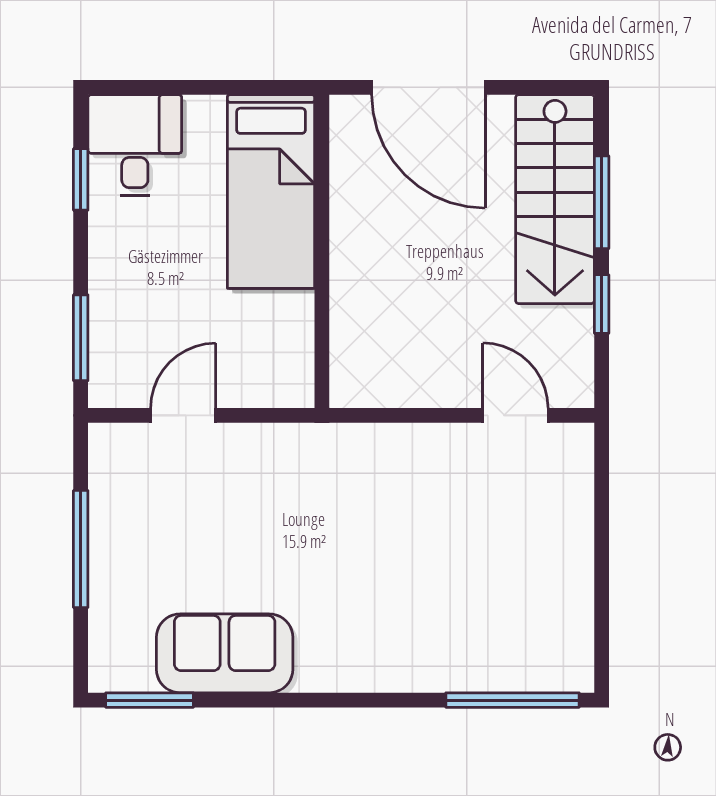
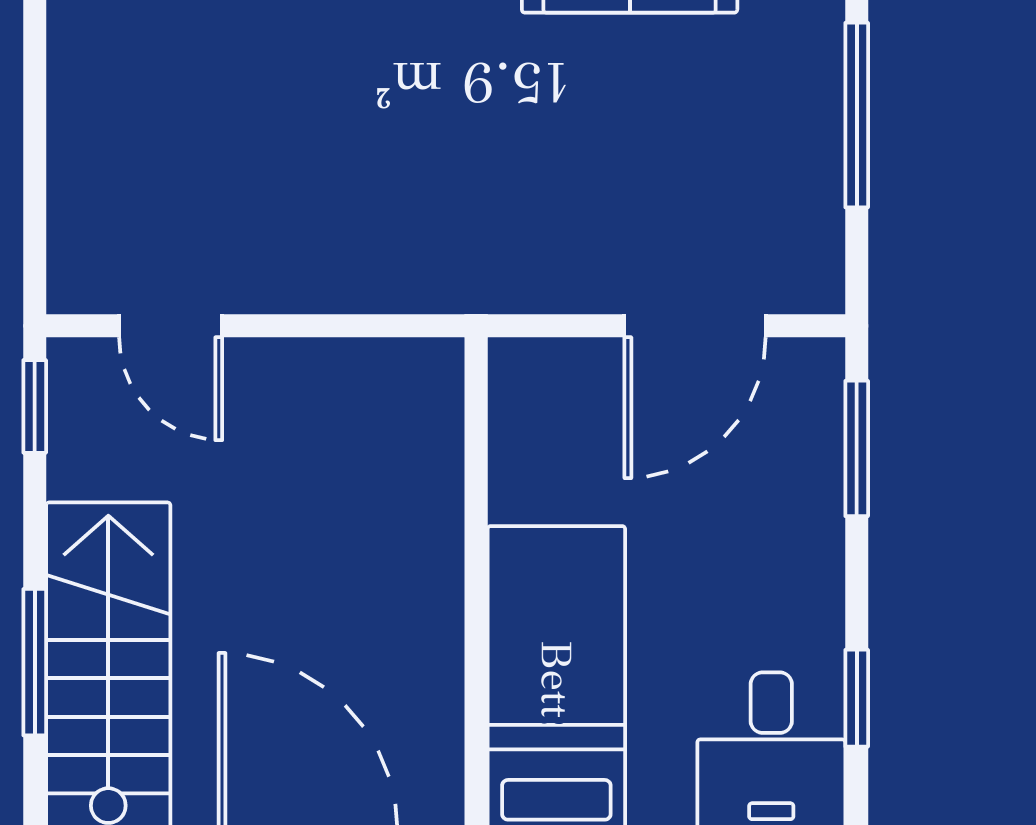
window: (602, 304) -> (35, 406), moved
door: (183, 415) -> (695, 326), width x1.38

